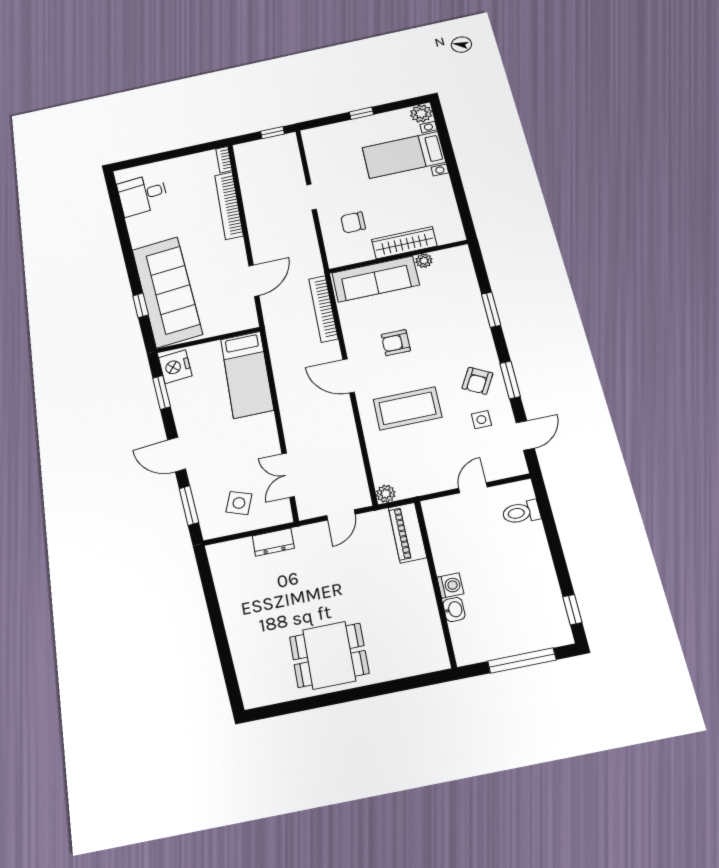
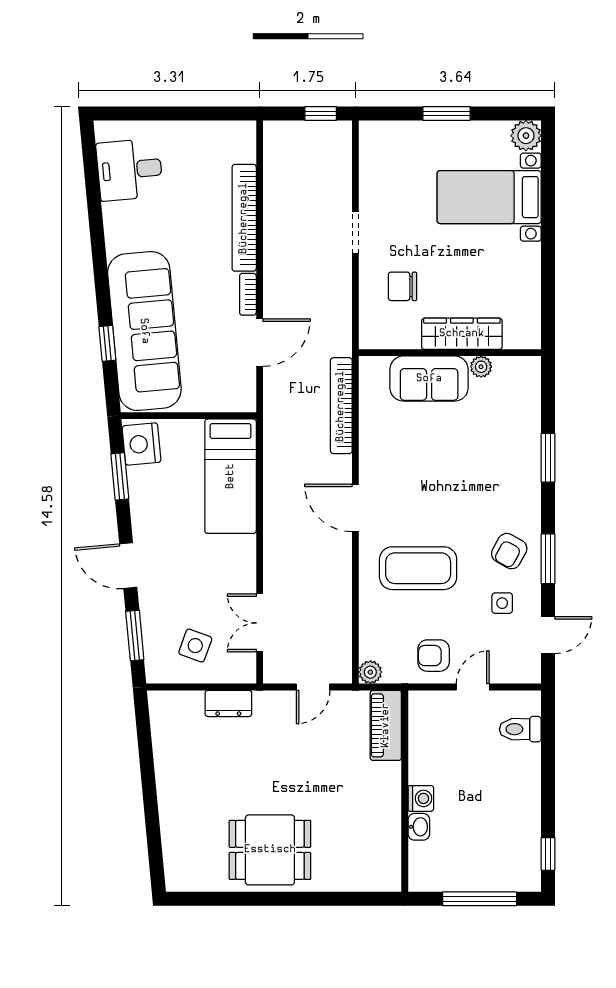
window: (361, 113) -> (447, 113), width x1.50
bookcase: (224, 160) -> (248, 294), moved
sofa: (376, 279) -> (429, 379), width x0.73
armchair: (396, 343) -> (434, 656), moved

